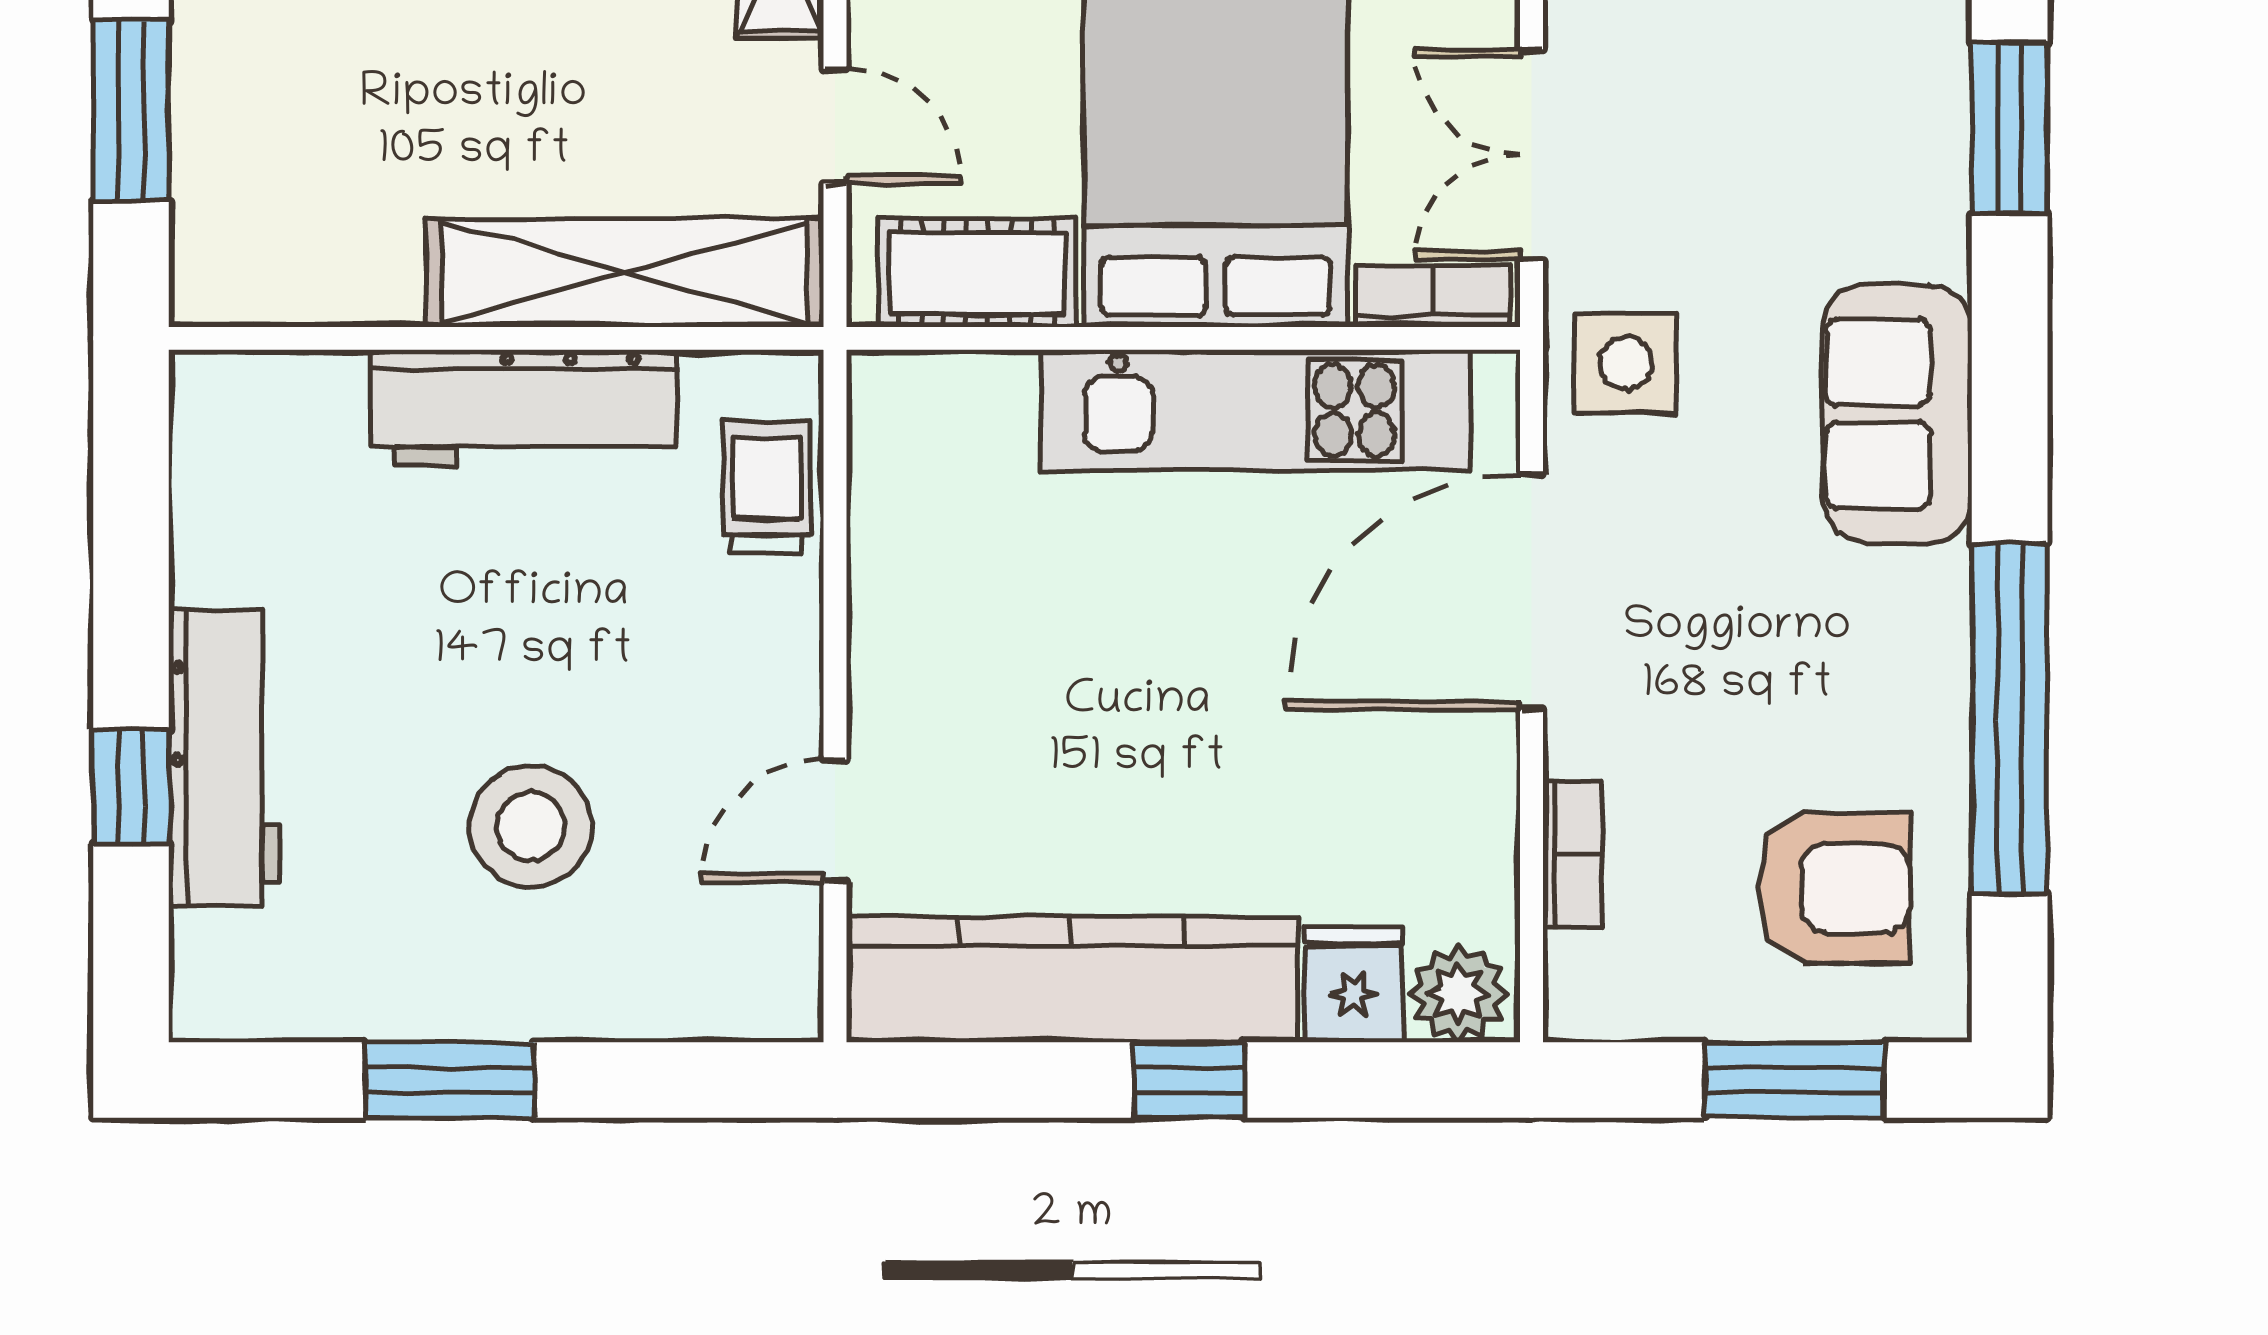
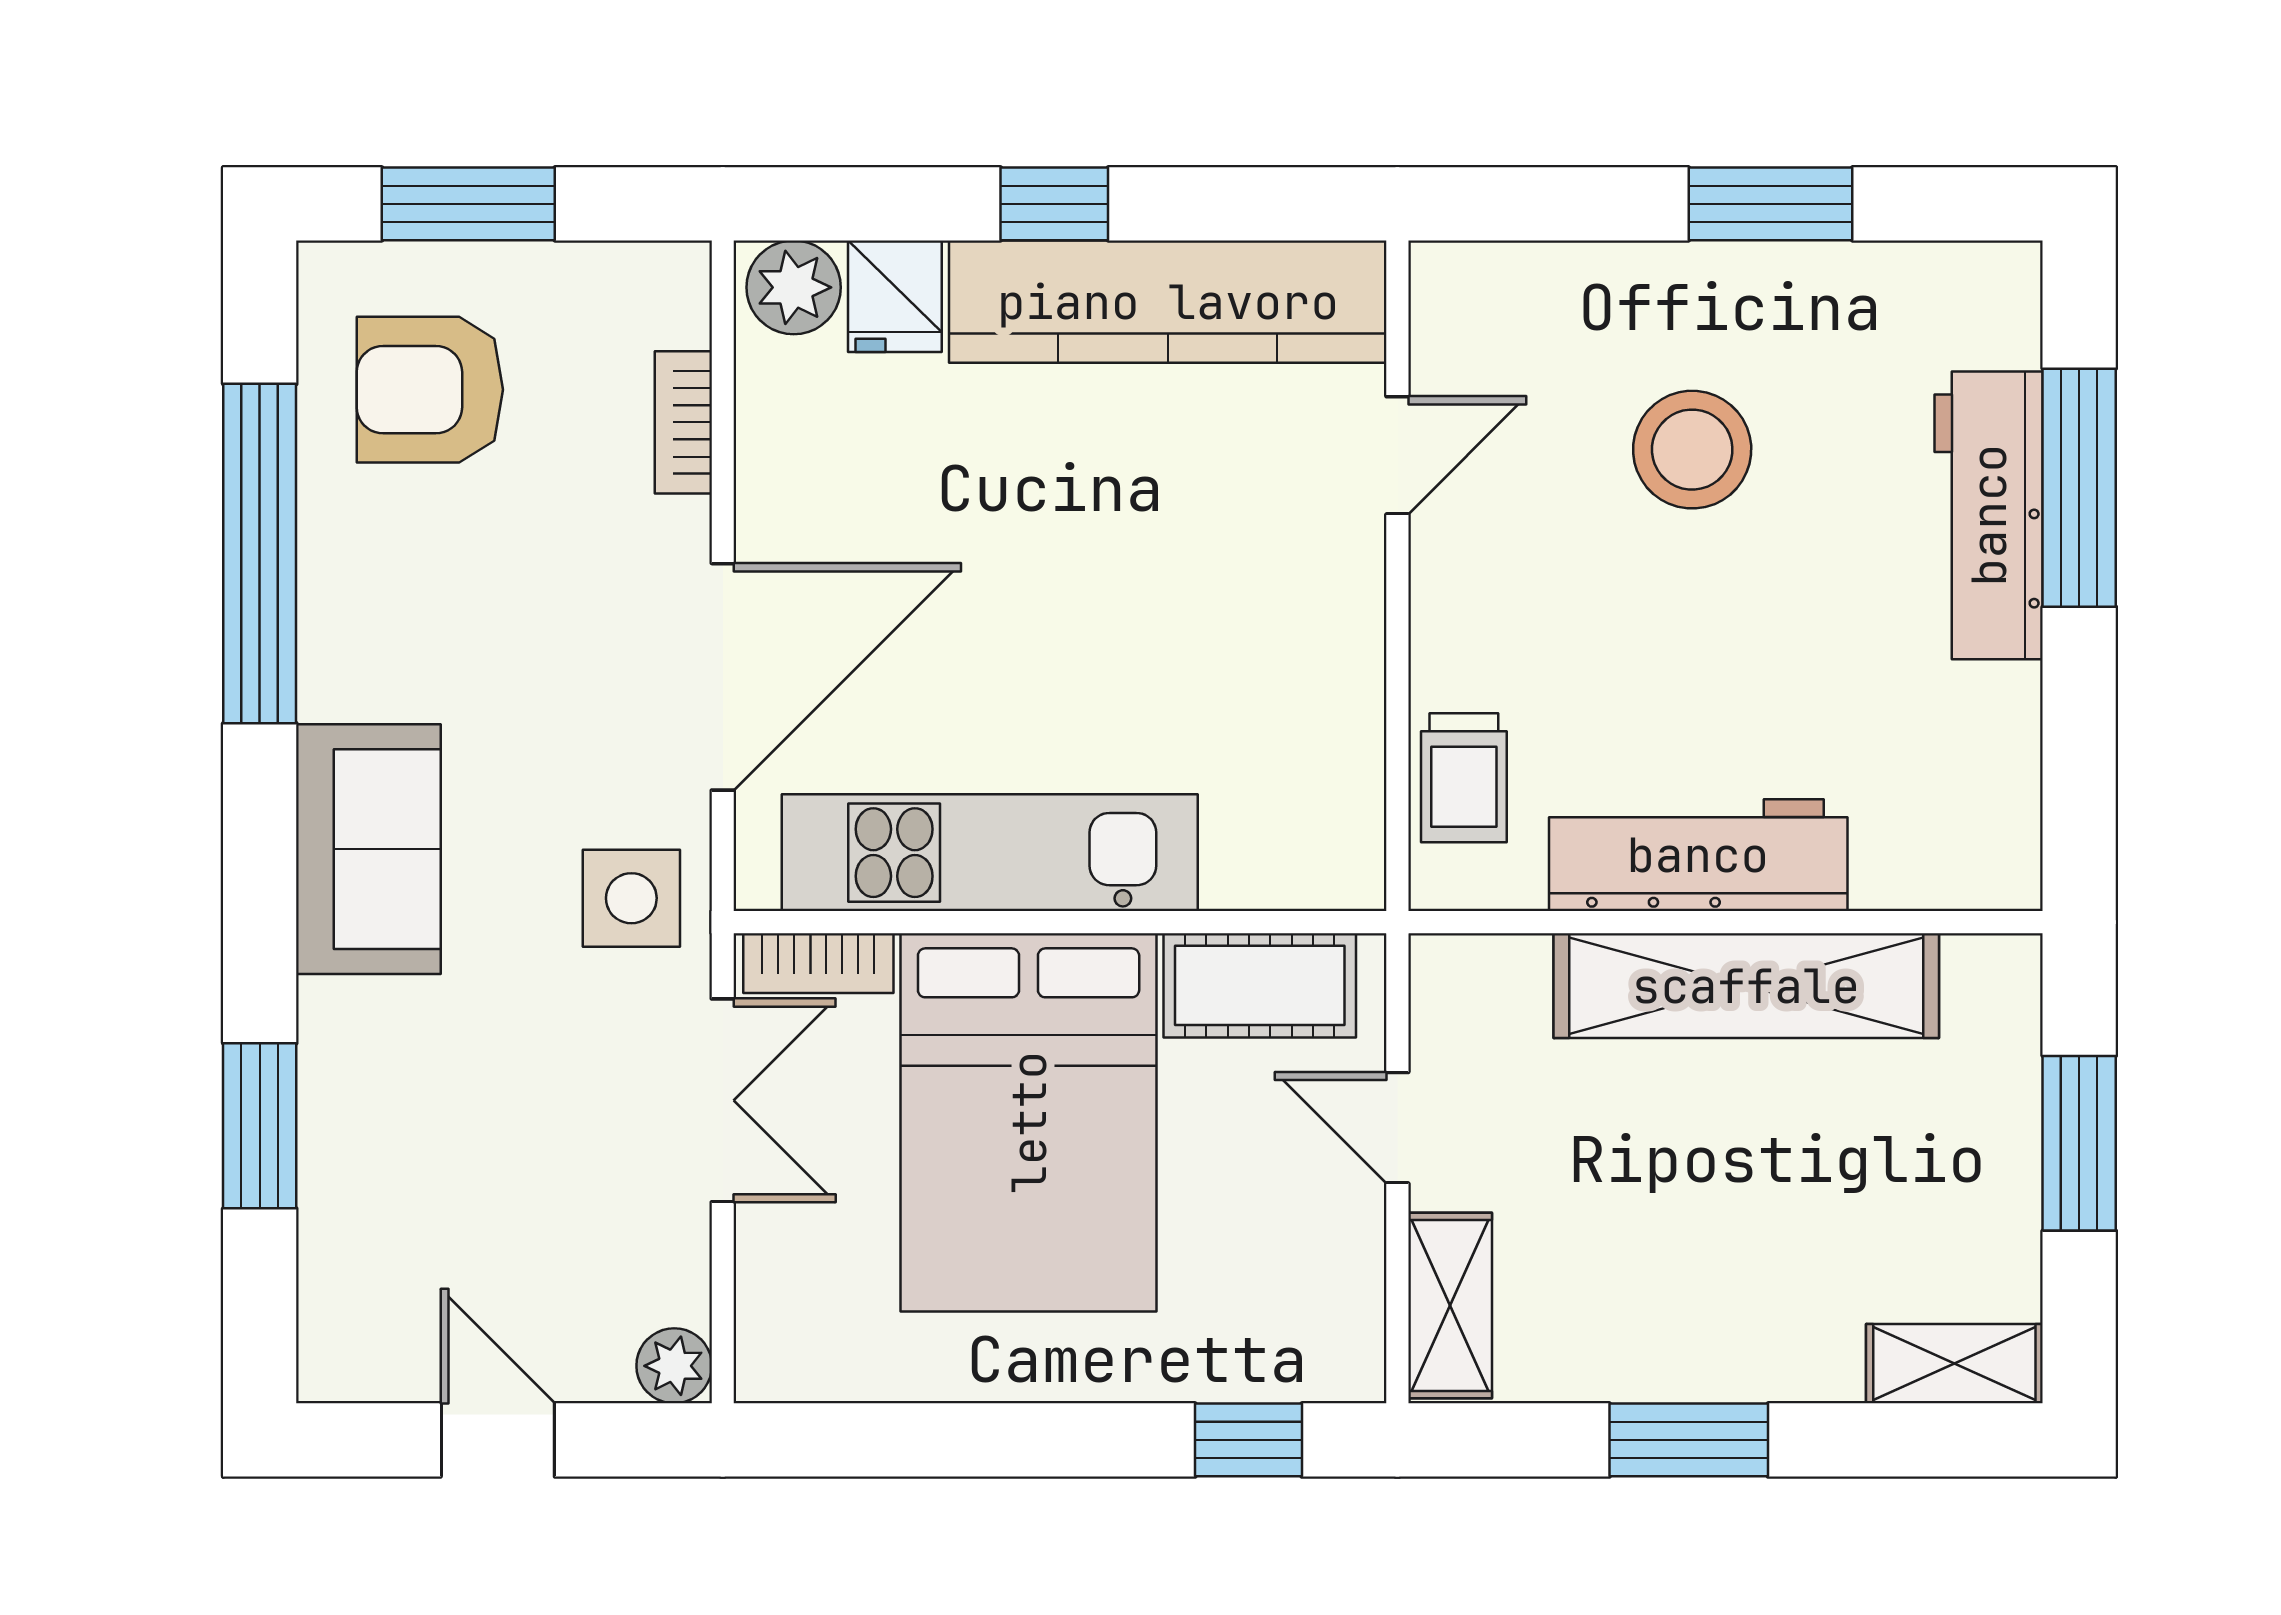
shelving: (625, 273) -> (1746, 986), moved
window: (131, 787) -> (2079, 488), width x2.17

